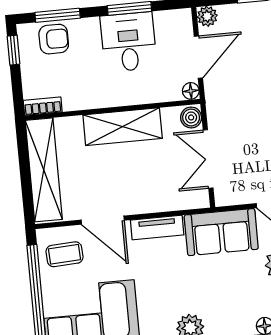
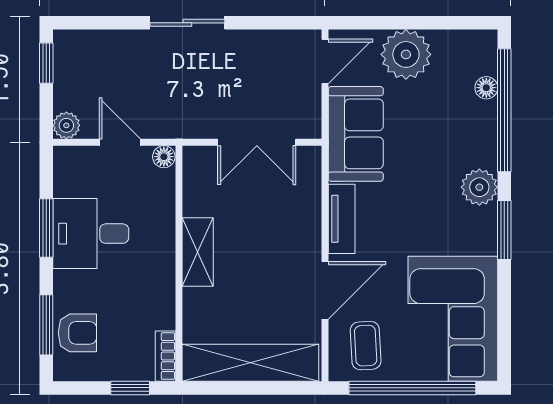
armchair: (54, 39) -> (77, 333), turned 90
window: (13, 50) -> (130, 388), moved
door: (198, 57) -> (120, 142), width x0.73
boiler: (191, 117) -> (199, 160), removed
shelving: (123, 127) -> (198, 252), width x0.67, depth x0.75

